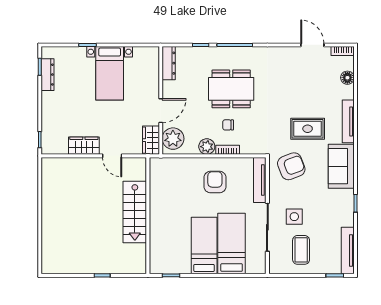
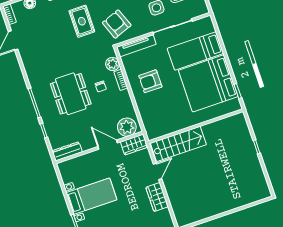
plant: (207, 147) -> (112, 64), moved
stairs: (135, 212) -> (178, 144), moved
bed: (204, 246) -> (208, 83), width x2.04

